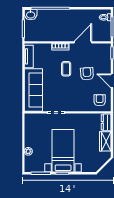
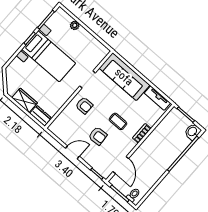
door: (83, 42) -> (121, 165), moved
armchair: (100, 100) -> (84, 106), moved

